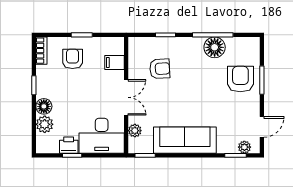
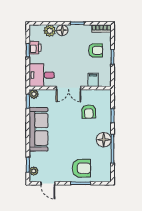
floor lamp: (215, 47) -> (104, 140), moved
plant: (135, 131) -> (34, 94), moved
desk: (102, 136) -> (42, 75), width x0.73

